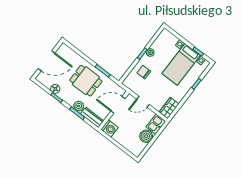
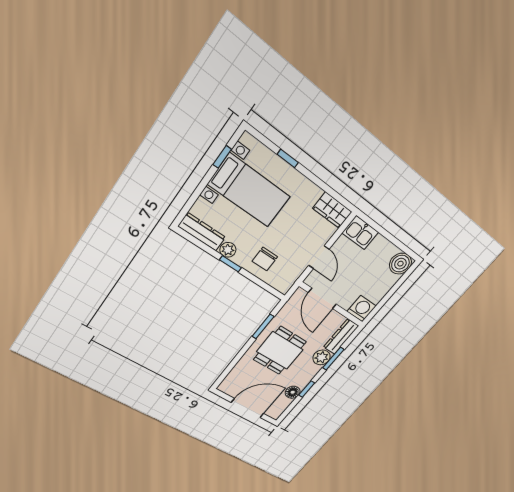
dresser: (161, 39) -> (202, 232), added
door: (46, 61) -> (248, 408), hinge flipped
boiler: (146, 136) -> (400, 264), moved

